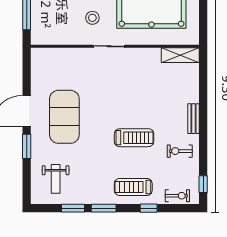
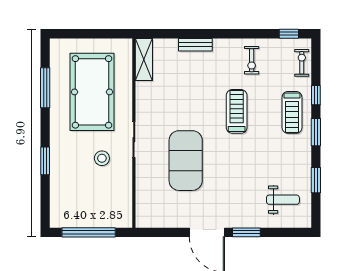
exercise mat: (64, 117) -> (186, 161), moved, turned 90
bench: (193, 119) -> (195, 45), moved
window: (104, 208) -> (316, 132), moved

